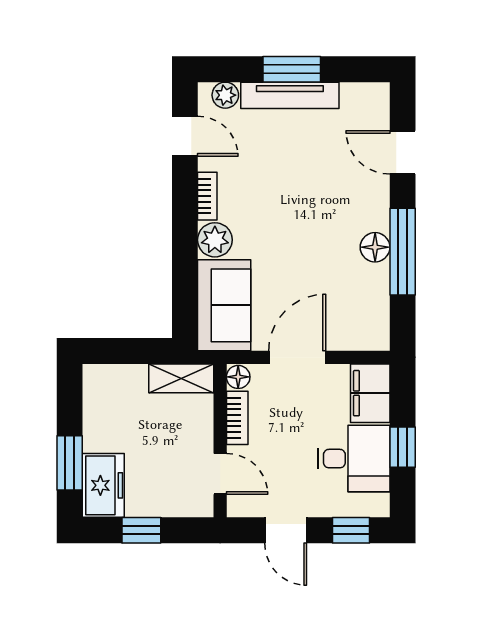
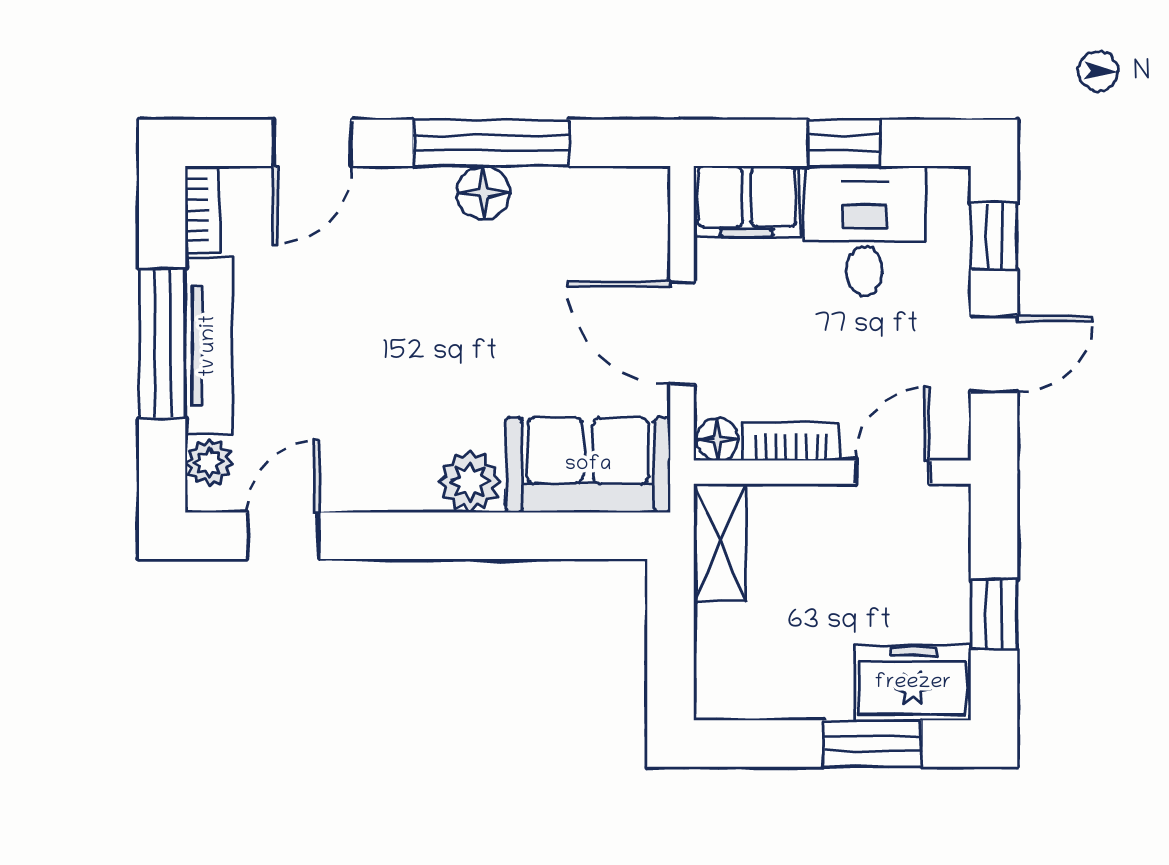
window: (292, 69) -> (162, 343), width x1.44
bookcase: (207, 196) -> (203, 210), moved, turned 90

